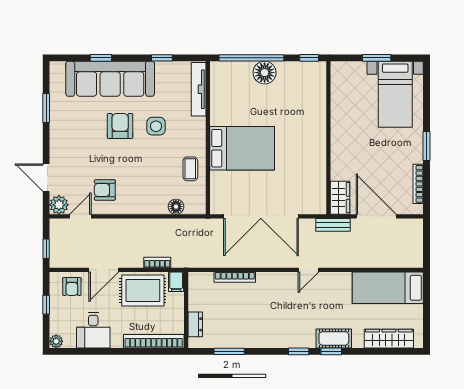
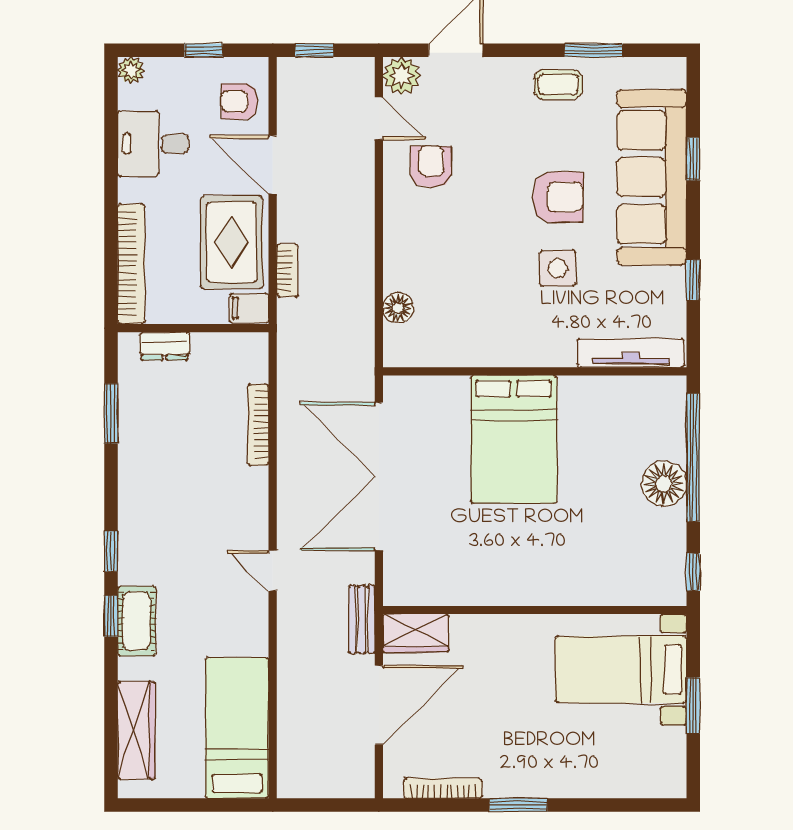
bed with nightstands: (395, 94) -> (621, 670), moved
coffee table: (190, 169) -> (558, 84), moved

